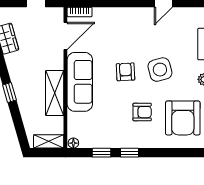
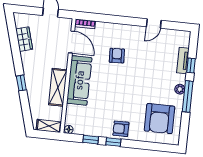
door: (65, 36) -> (72, 42), hinge flipped
side table: (160, 70) -> (145, 77), removed
armchair: (126, 72) -> (117, 56), moved
armchair: (142, 112) -> (121, 129), moved, turned 180

